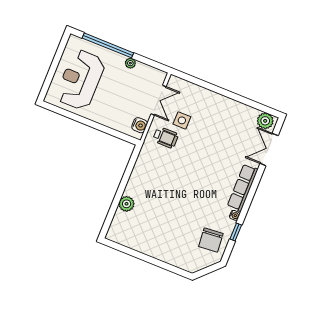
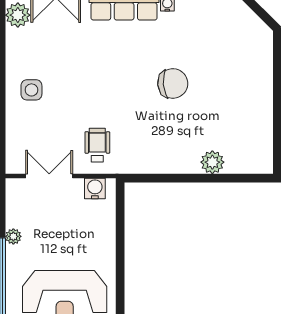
side table: (182, 120) -> (31, 90), moved
chair: (211, 240) -> (173, 83), moved

